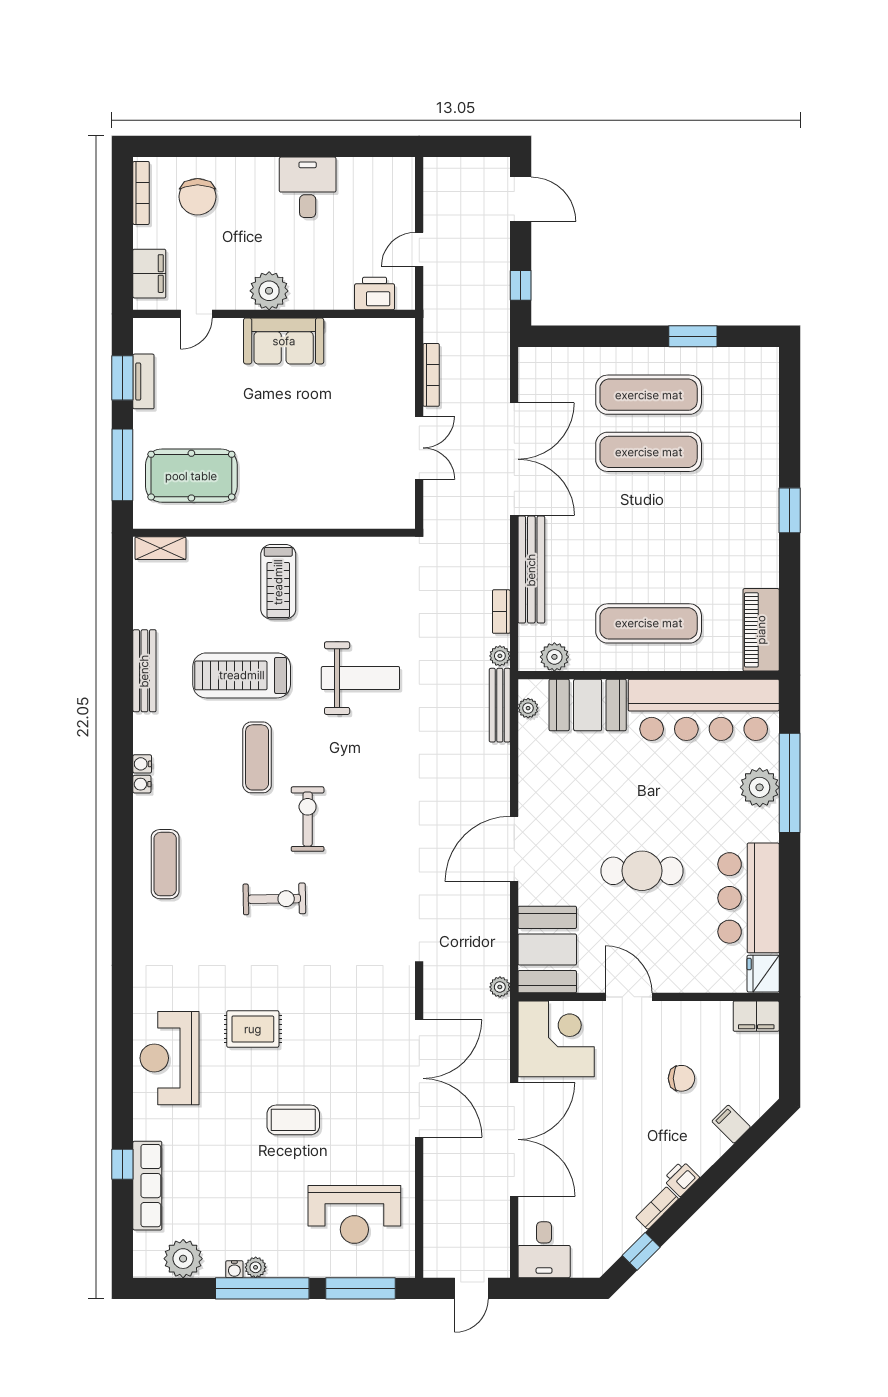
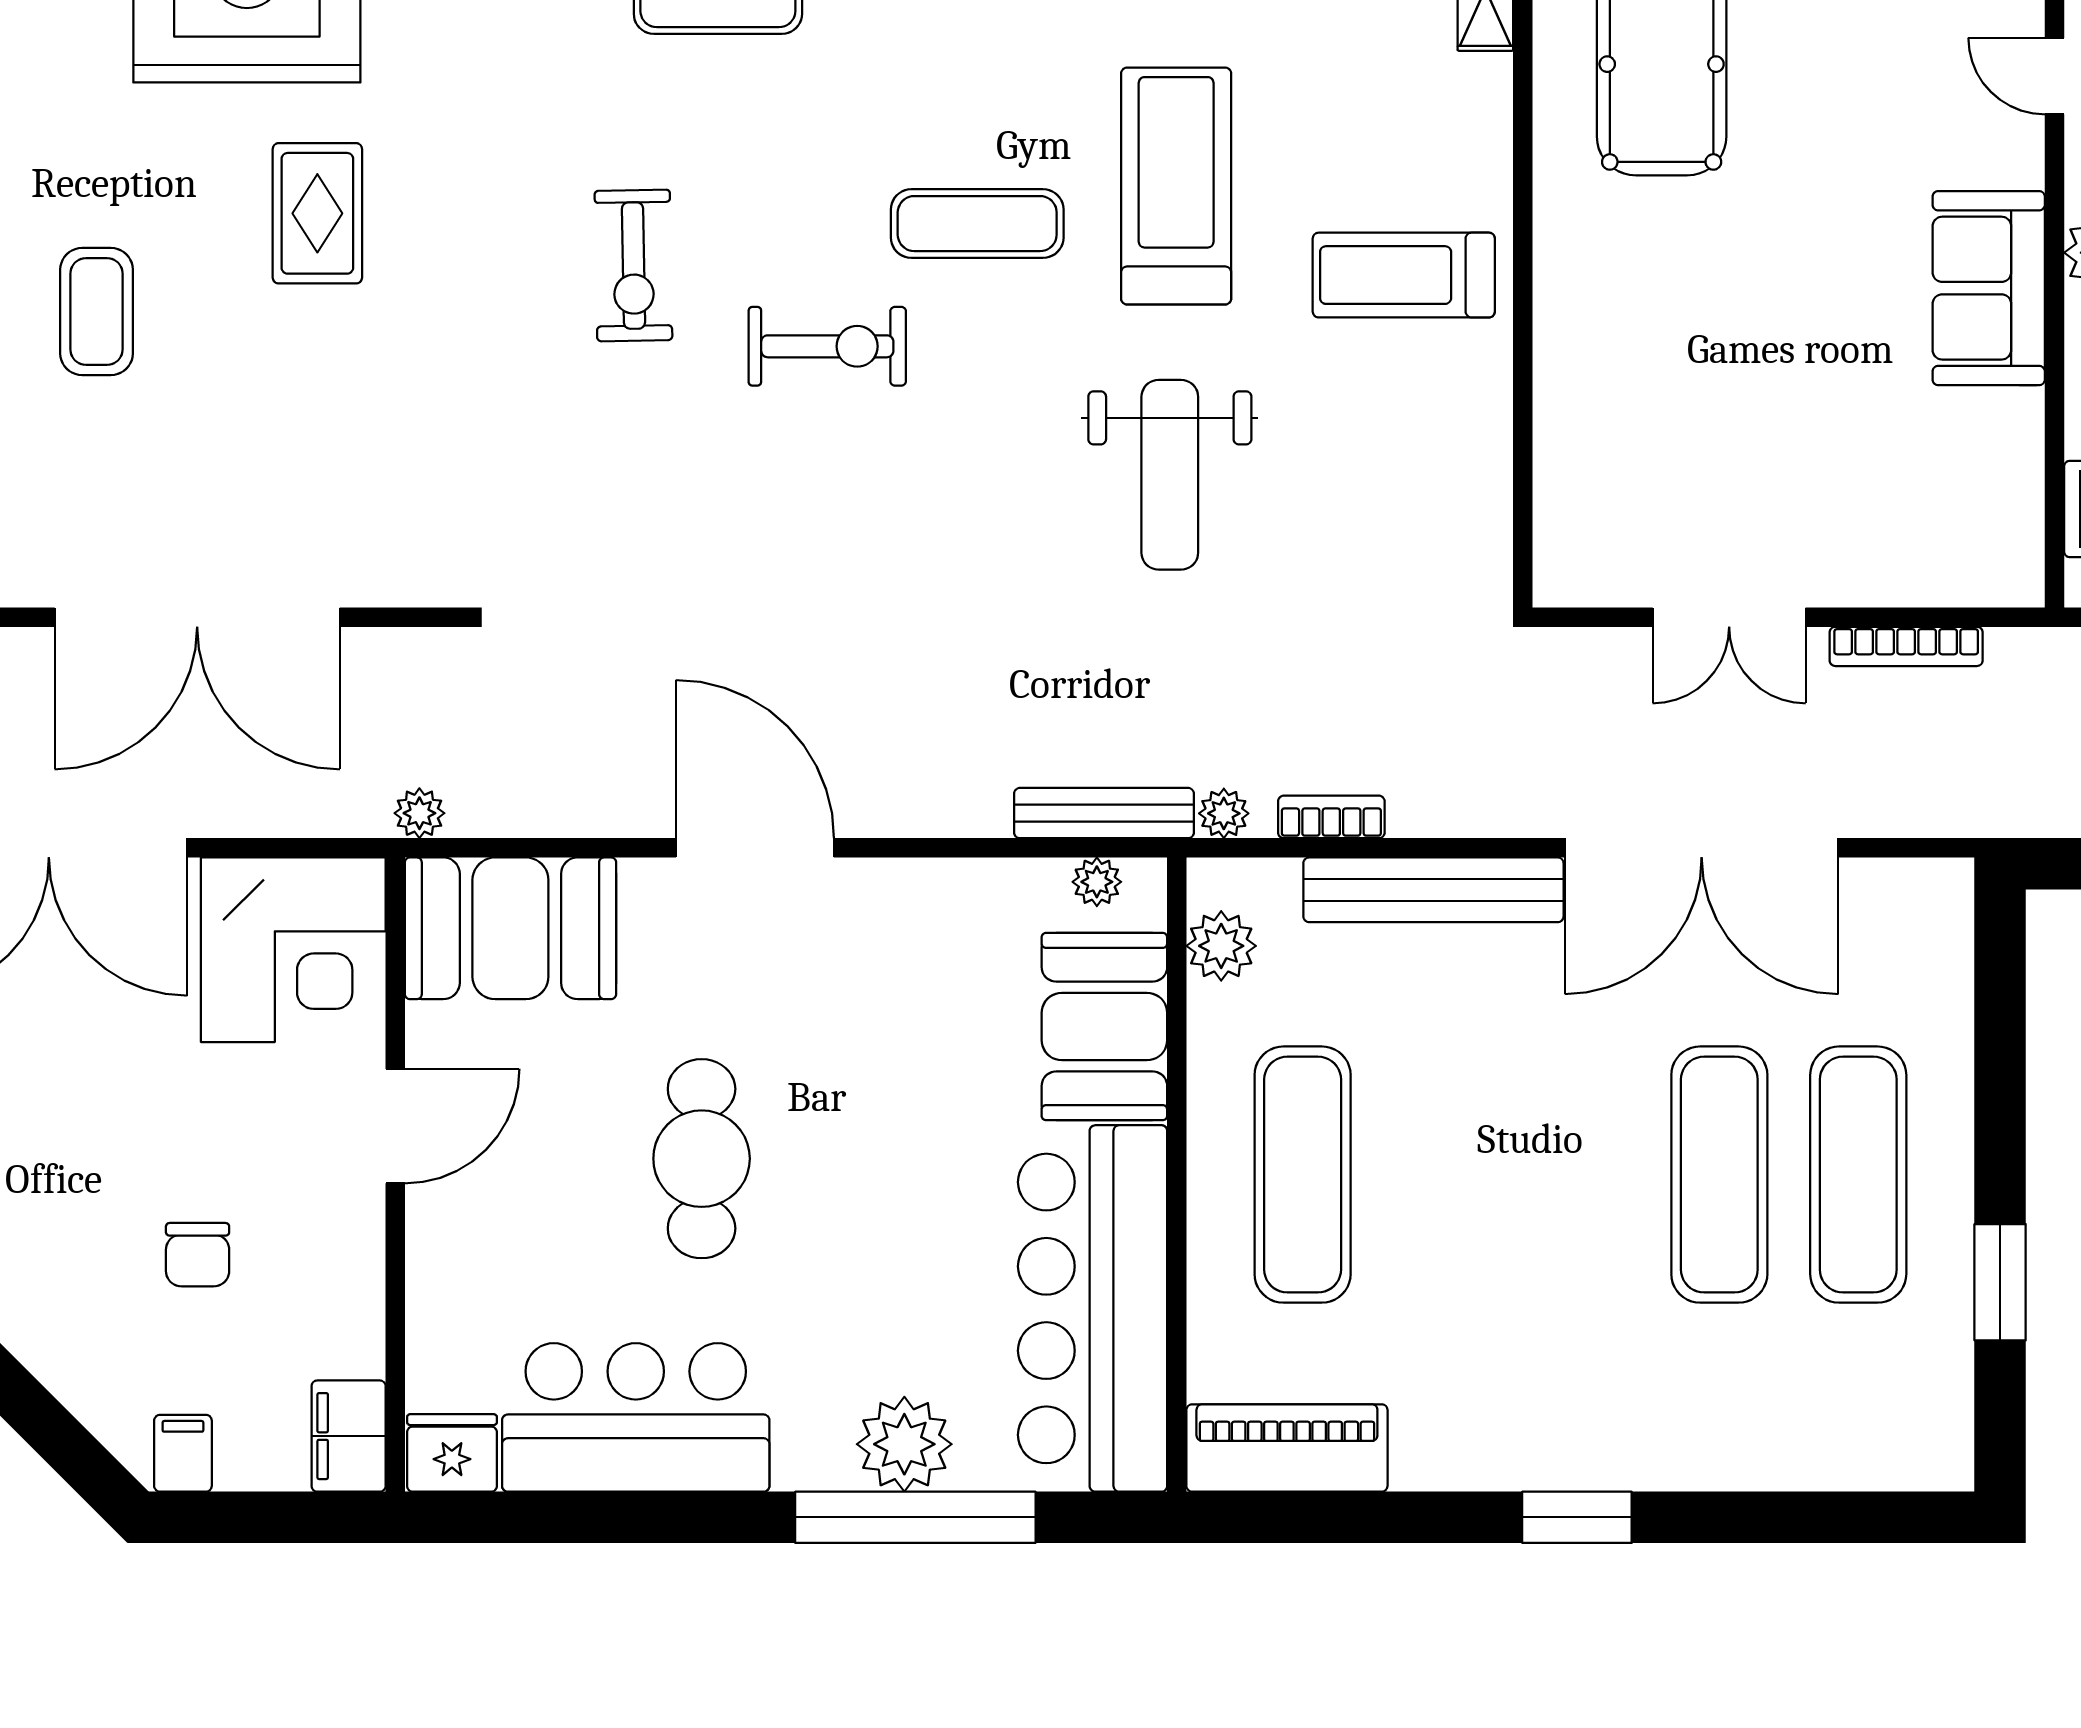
filing cabinet: (731, 1124) -> (183, 1453), moved, turned -45

